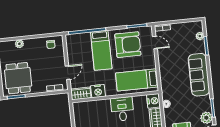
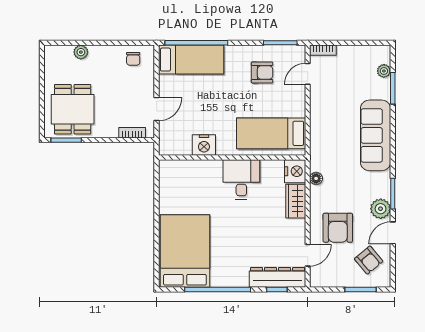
door: (155, 43) -> (308, 74), swing flipped
armchair: (128, 45) -> (262, 73), width x0.53, depth x0.53
bed: (101, 50) -> (191, 60), moved, turned -90
wardrobe: (81, 93) -> (175, 146), removed

